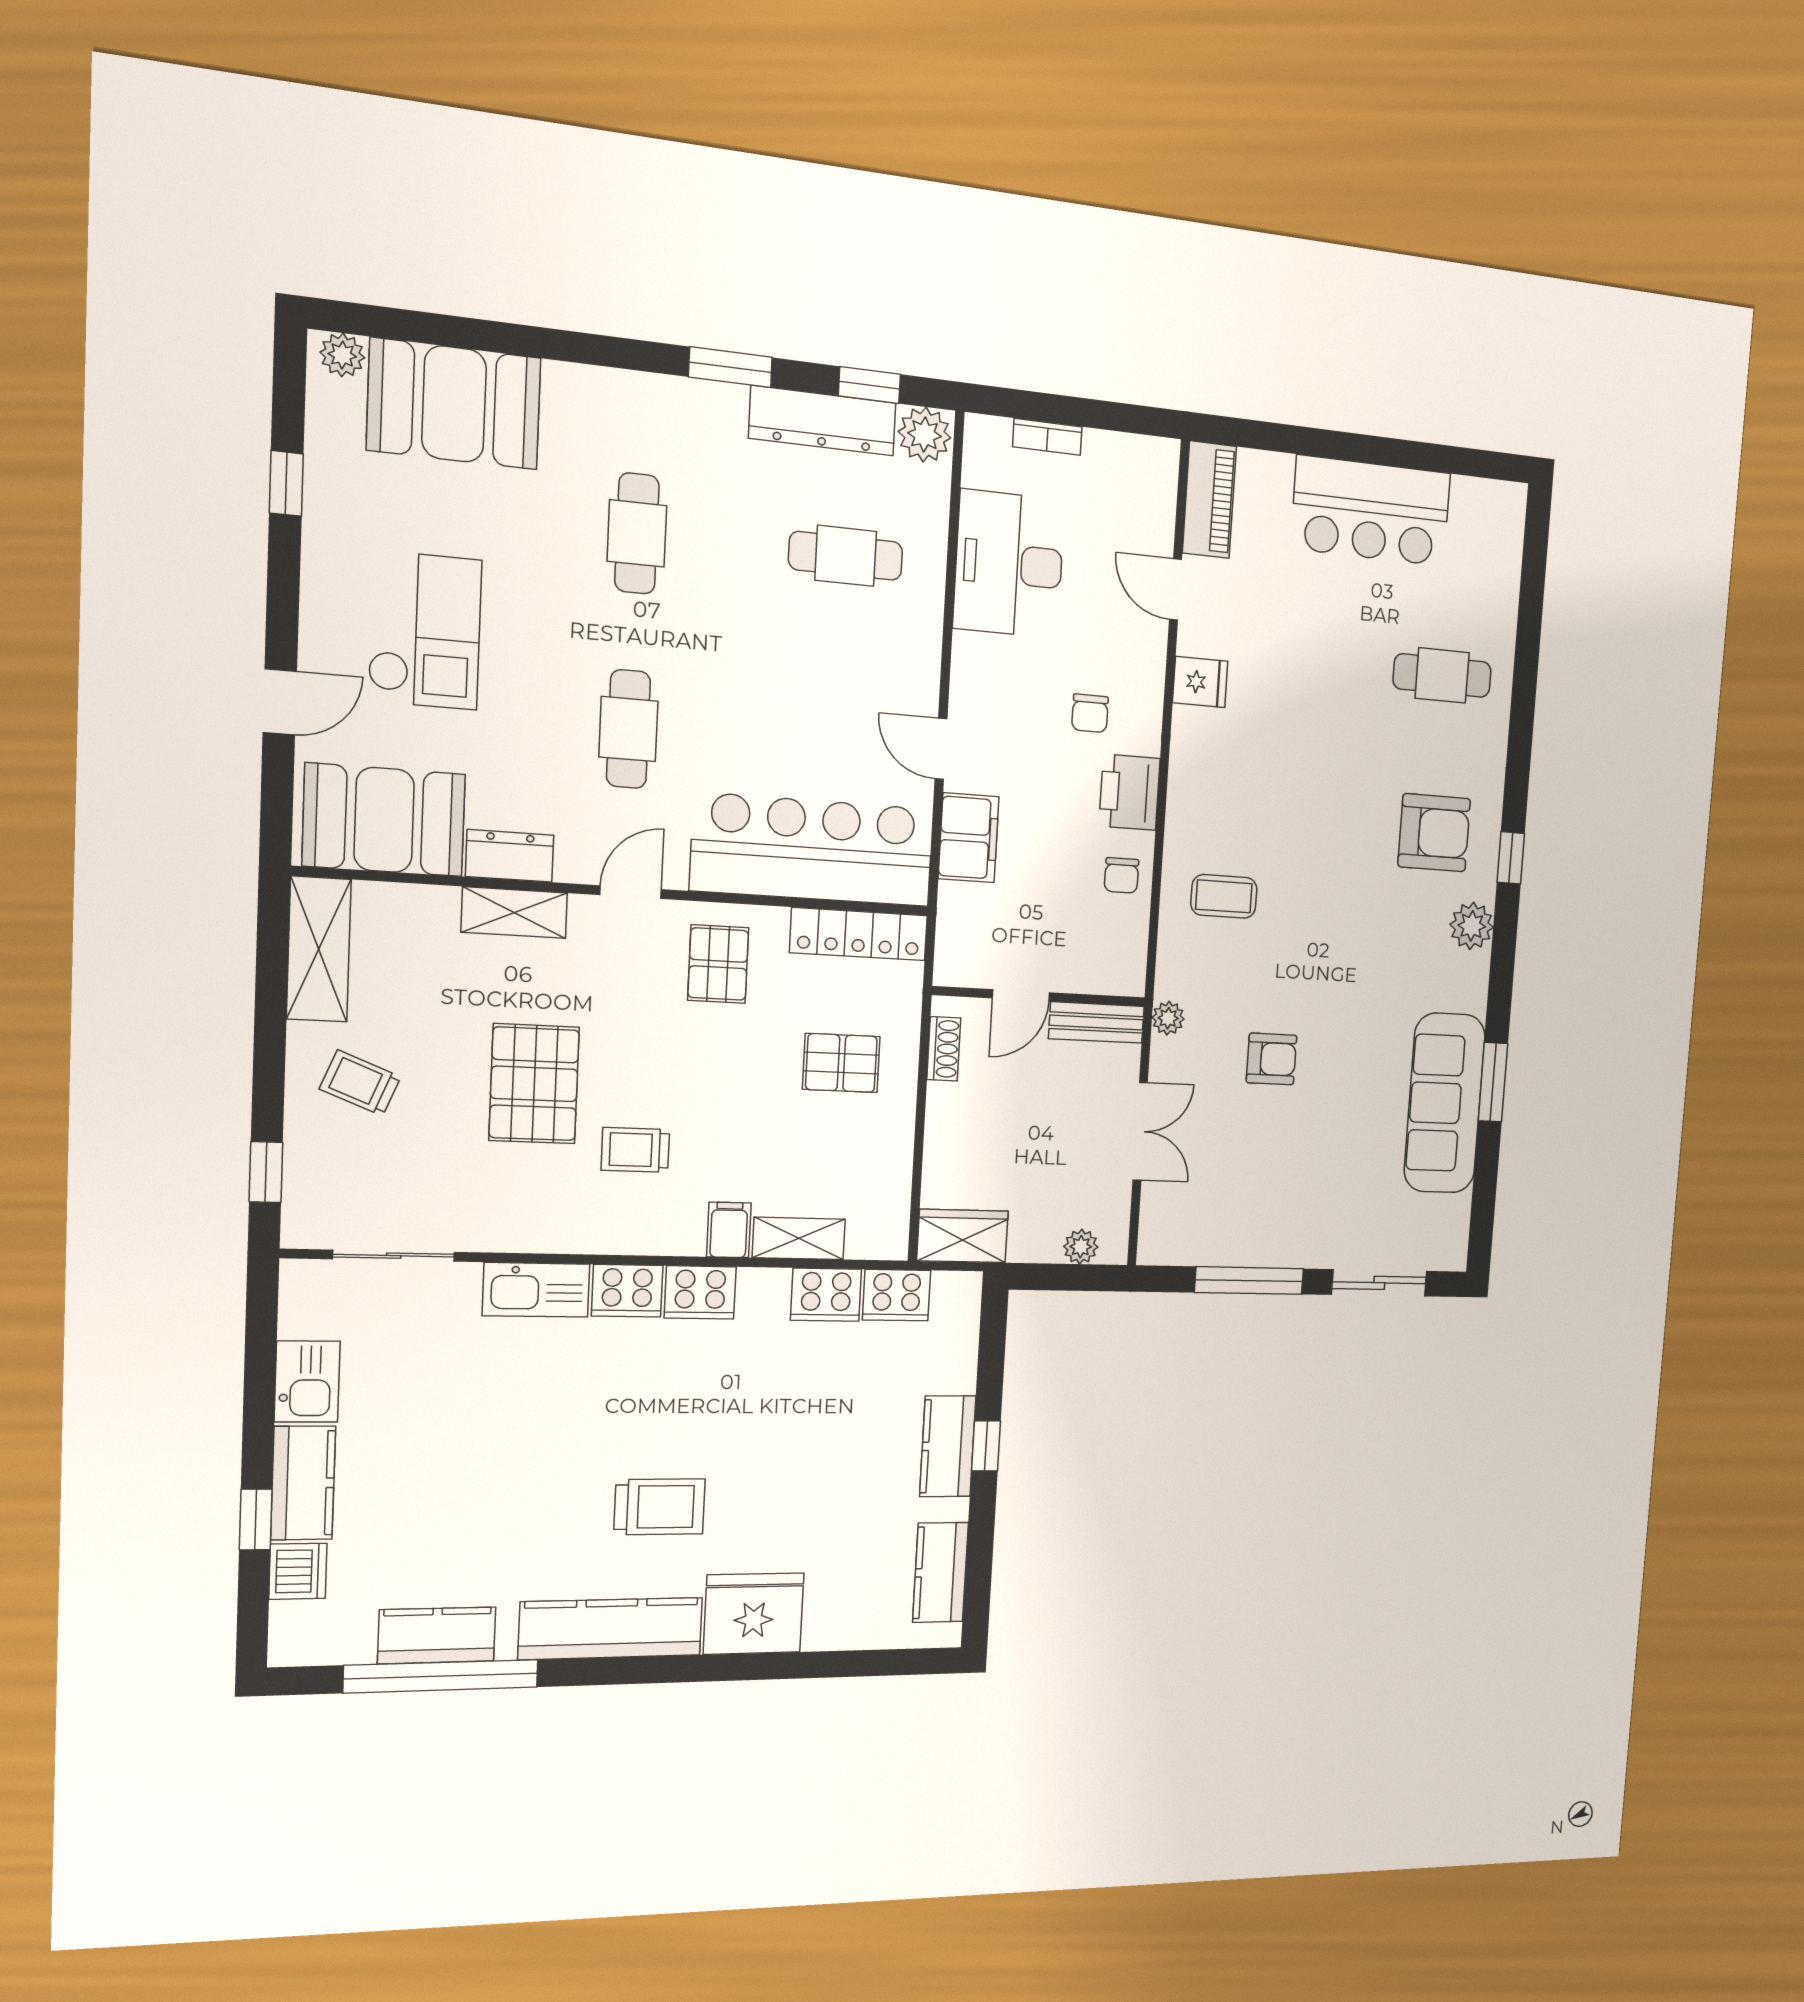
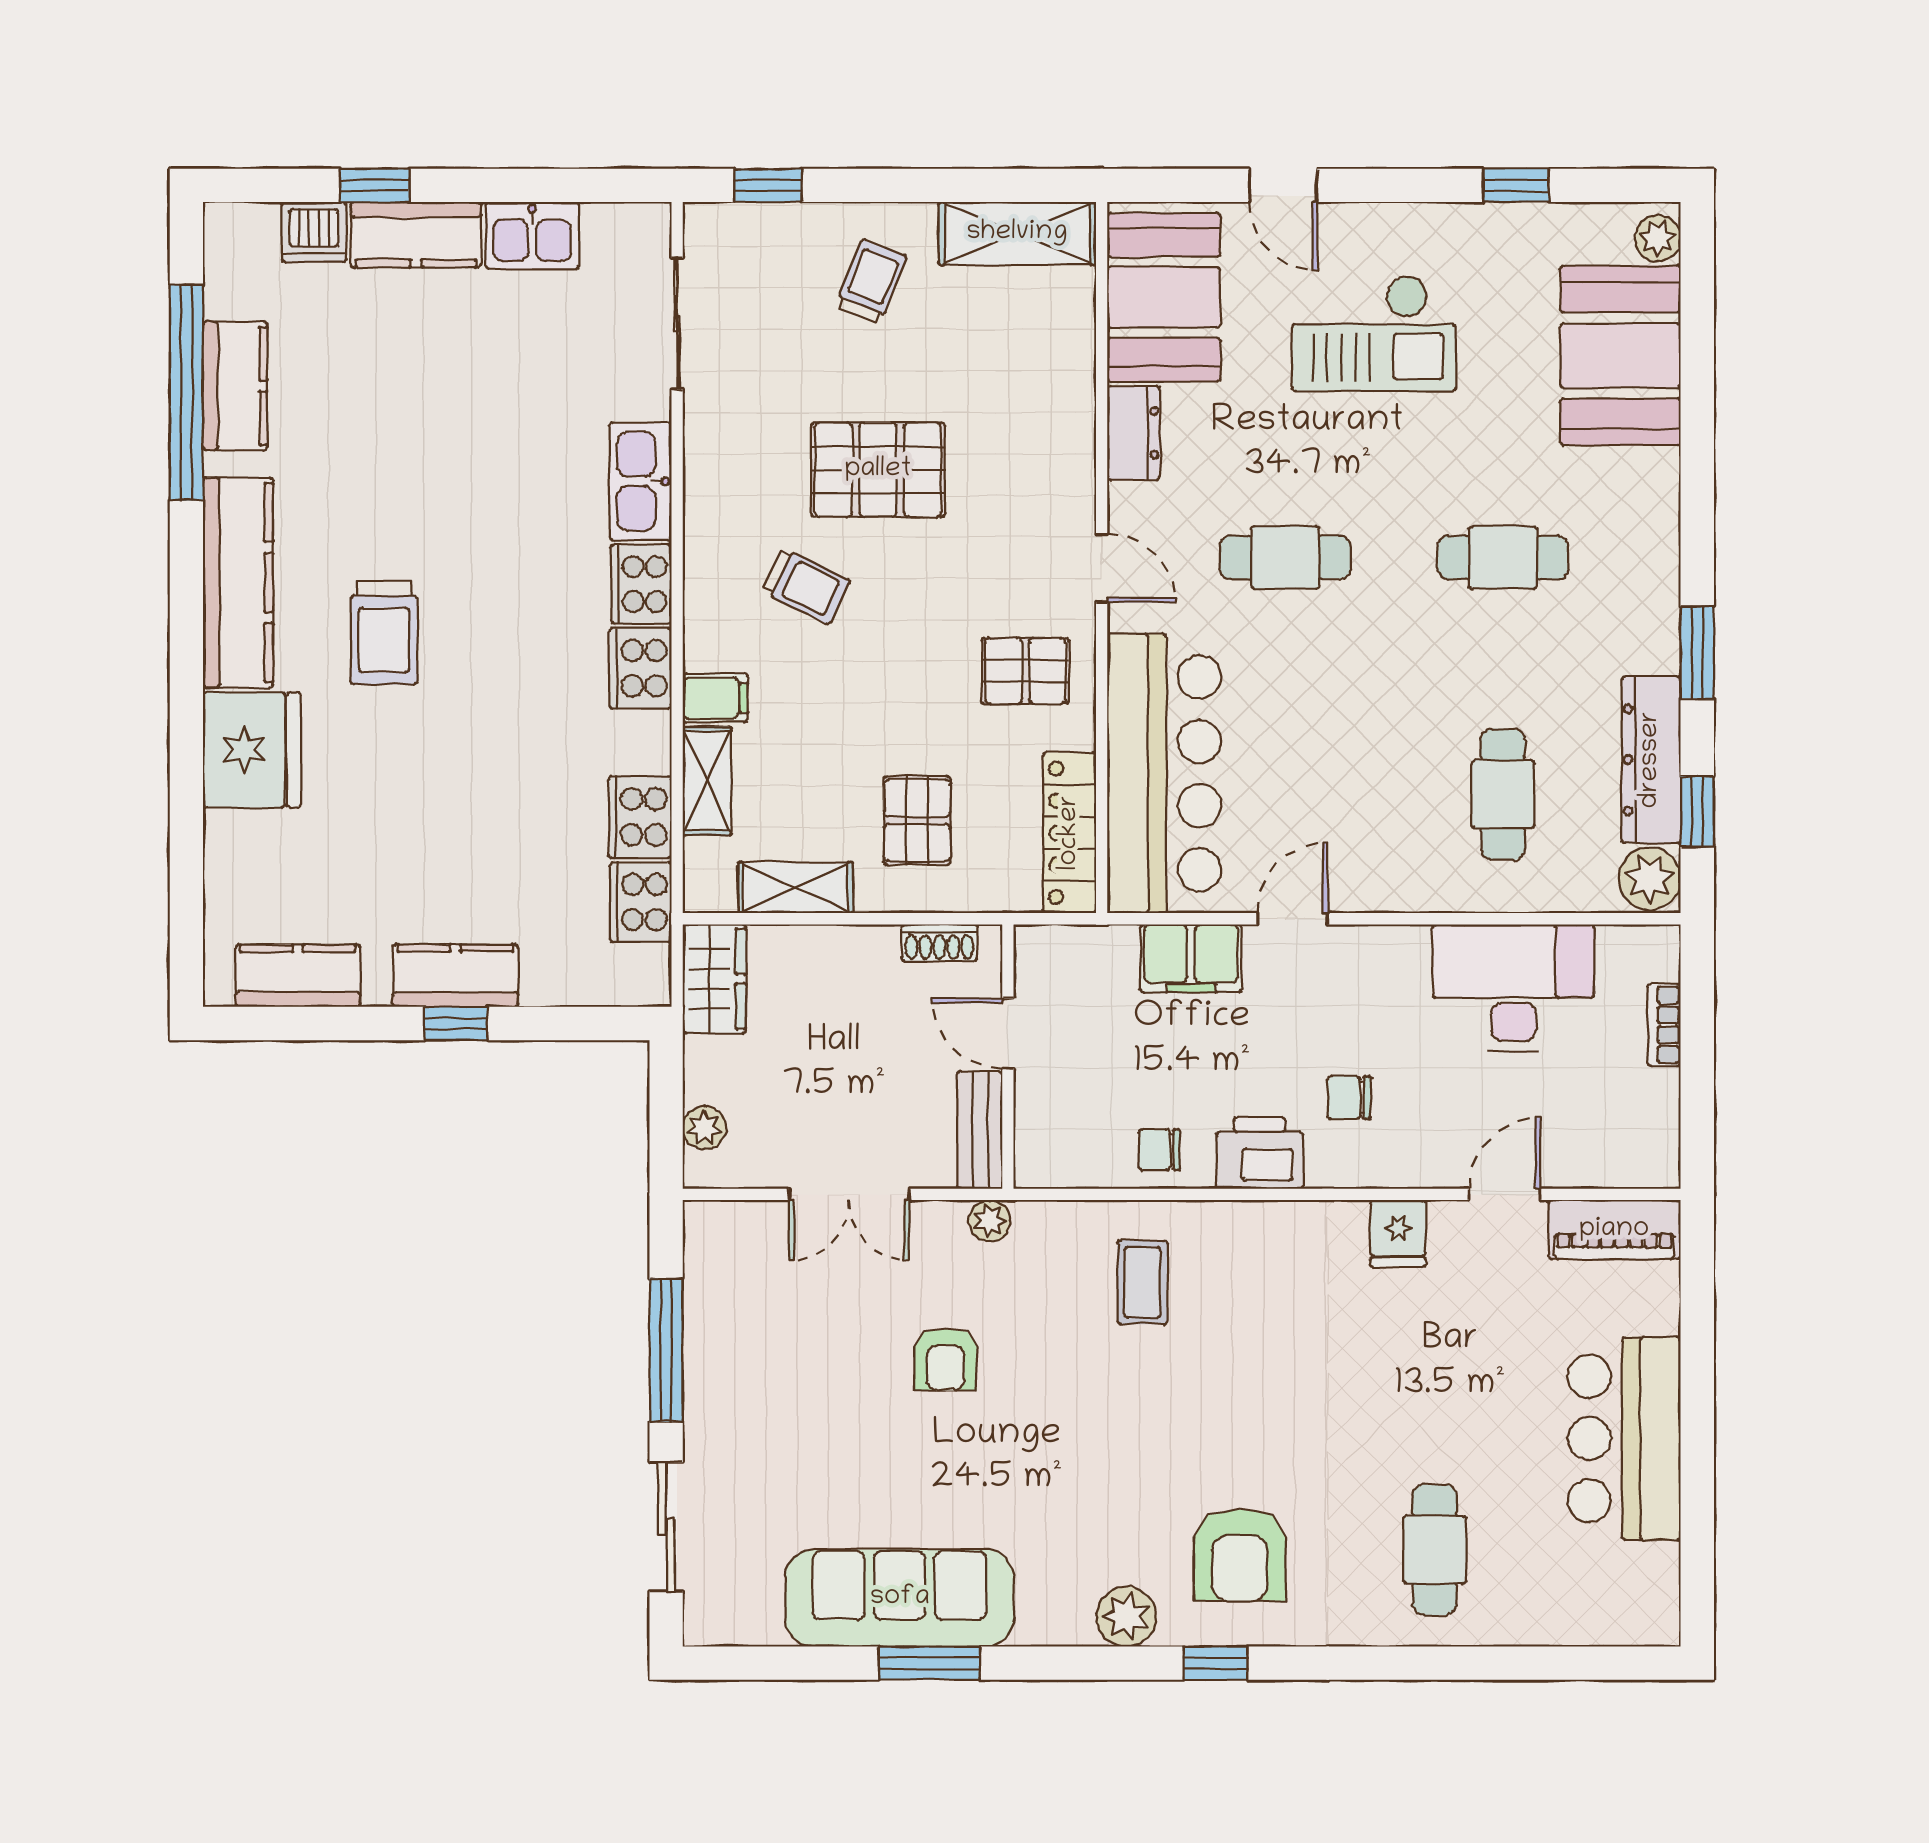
shelving: (514, 913) -> (795, 888), moved, turned 90
trolley: (635, 1150) -> (806, 586), turned 116

